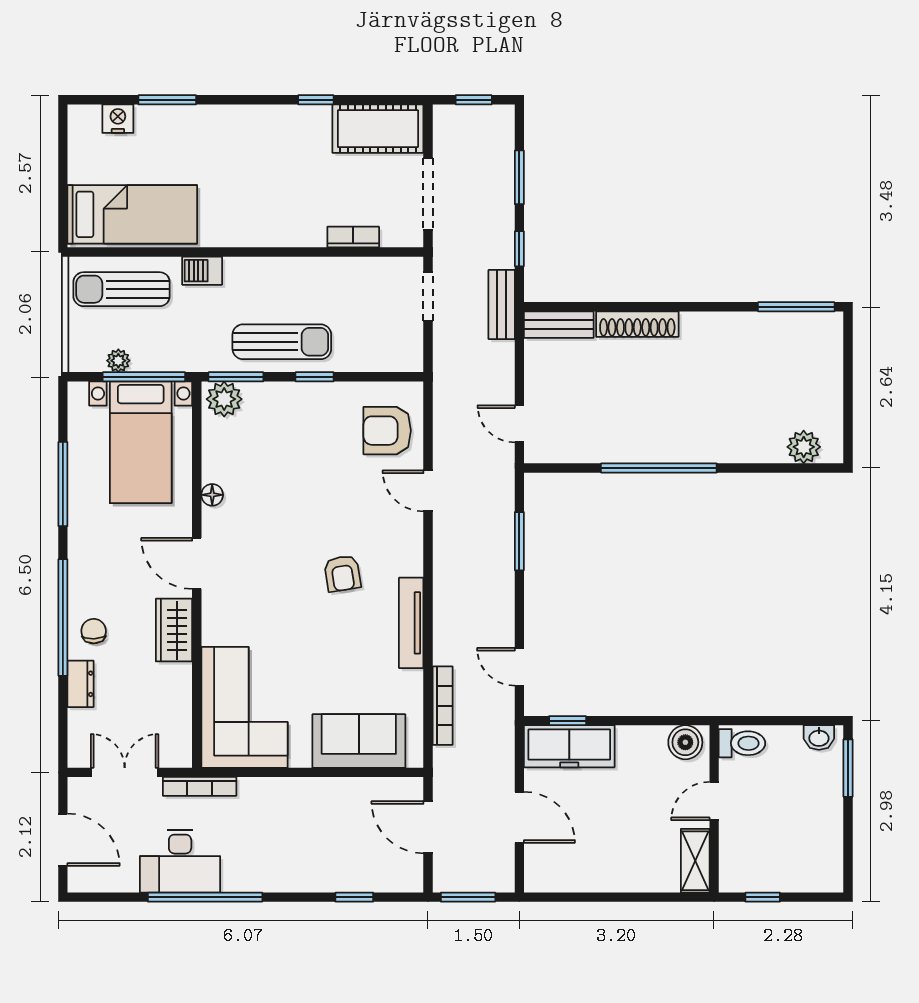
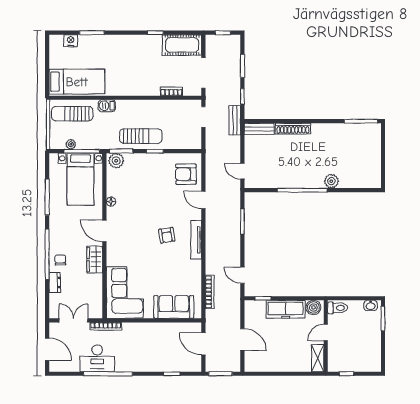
plant: (804, 447) -> (331, 181), moved
tv unit: (411, 623) -> (196, 240), moved
freezer: (569, 746) -> (286, 309), moved

